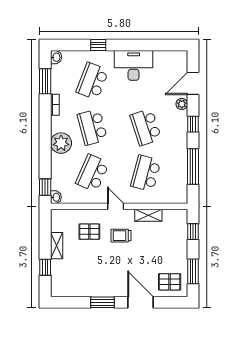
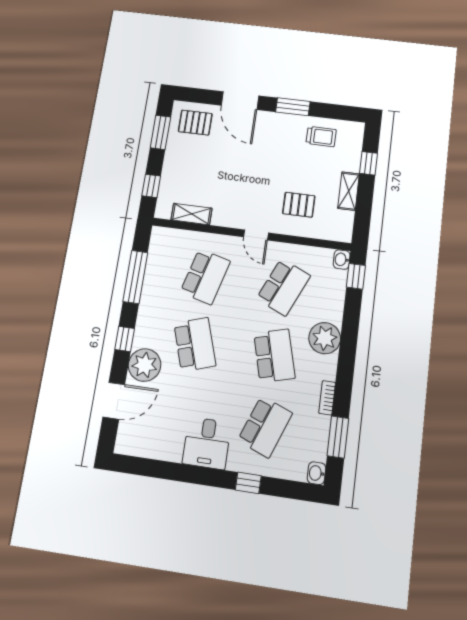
desk: (134, 65) -> (207, 443), width x0.73
plant: (182, 104) -> (145, 365), width x1.88, depth x1.88
shelving: (148, 215) -> (191, 214), moved
trolley: (121, 236) -> (321, 136), moved

